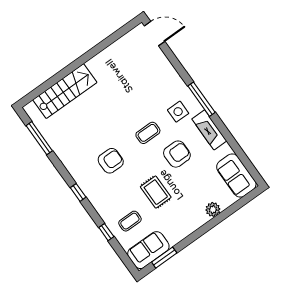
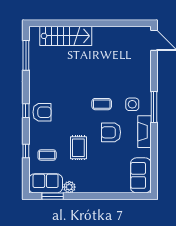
armchair: (177, 154) -> (111, 132), turned 180
armchair: (111, 161) -> (42, 112), moved
plant: (213, 209) -> (69, 187), moved

